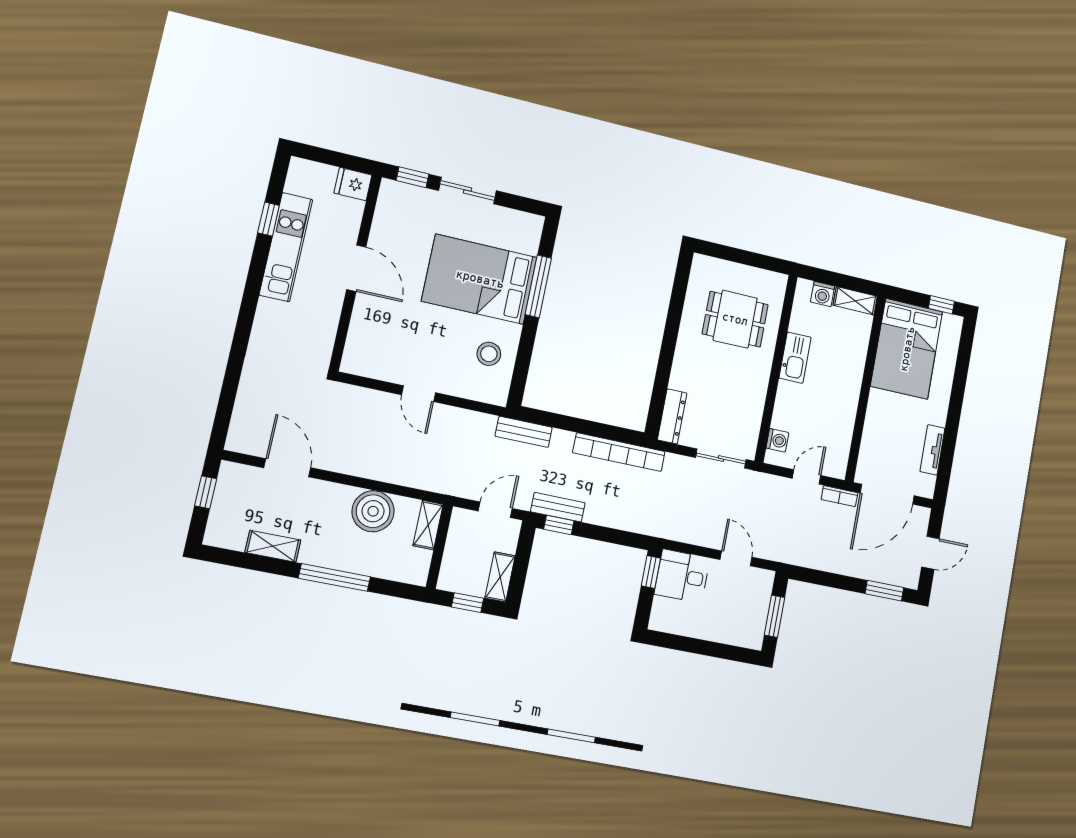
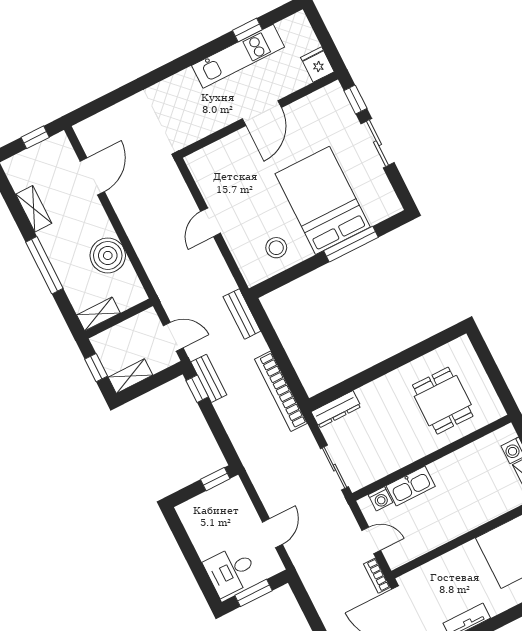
kitchen sink: (795, 358) -> (411, 486), moved
shelving: (428, 525) -> (98, 314), moved
desk: (682, 576) -> (231, 571), moved, turned -90

